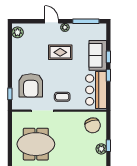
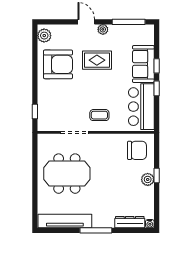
armchair: (31, 85) -> (58, 64), moved, turned -90
chair: (93, 125) -> (137, 150), turned -73

